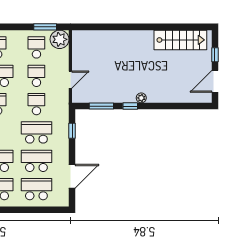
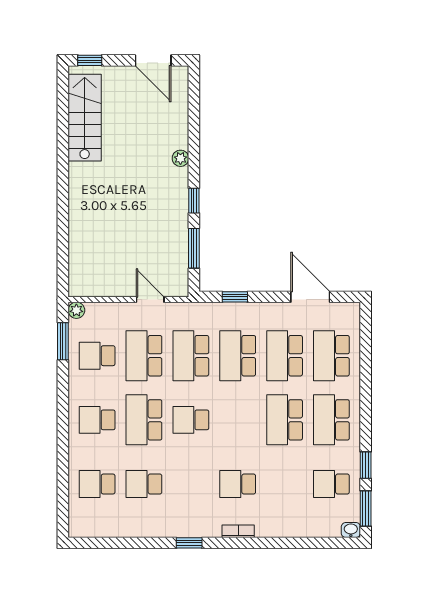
plant: (60, 39) -> (76, 310), width x0.53, depth x0.53
window: (215, 55) -> (90, 60), moved
school desk: (36, 76) -> (144, 356), width x1.85
plant: (141, 98) -> (180, 158), moved
school desk: (36, 104) -> (191, 356), width x1.85

